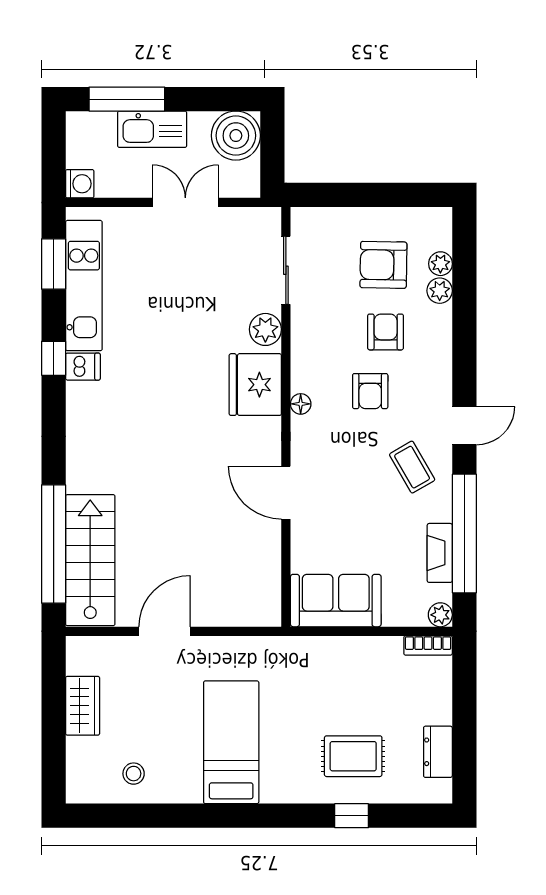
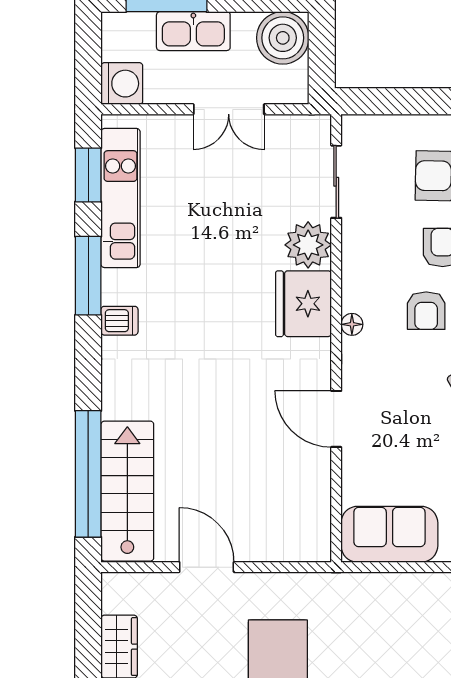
washing machine: (80, 184) -> (122, 84), width x1.38, depth x1.38
double door: (185, 202) -> (229, 109), swing flipped
plant: (265, 329) -> (308, 245), width x1.36, depth x1.36
window: (54, 358) -> (88, 276), width x2.17
dishwasher: (83, 367) -> (119, 321), moved
door: (165, 631) -> (207, 567), hinge flipped

